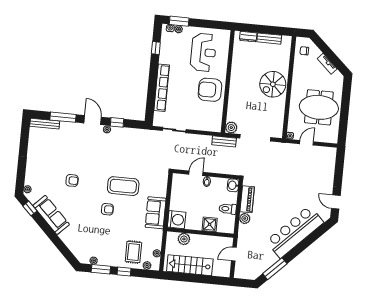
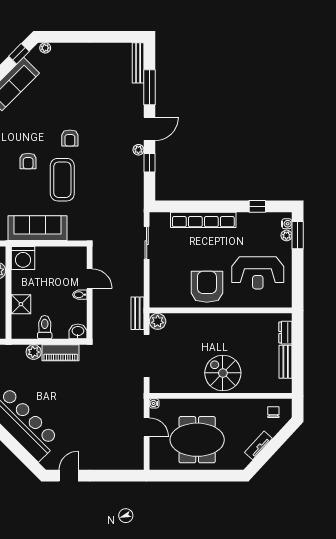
meeting table: (319, 107) -> (197, 440), turned 90
armchair: (72, 180) -> (70, 138), moved
sofa: (156, 213) -> (37, 228), width x1.36

